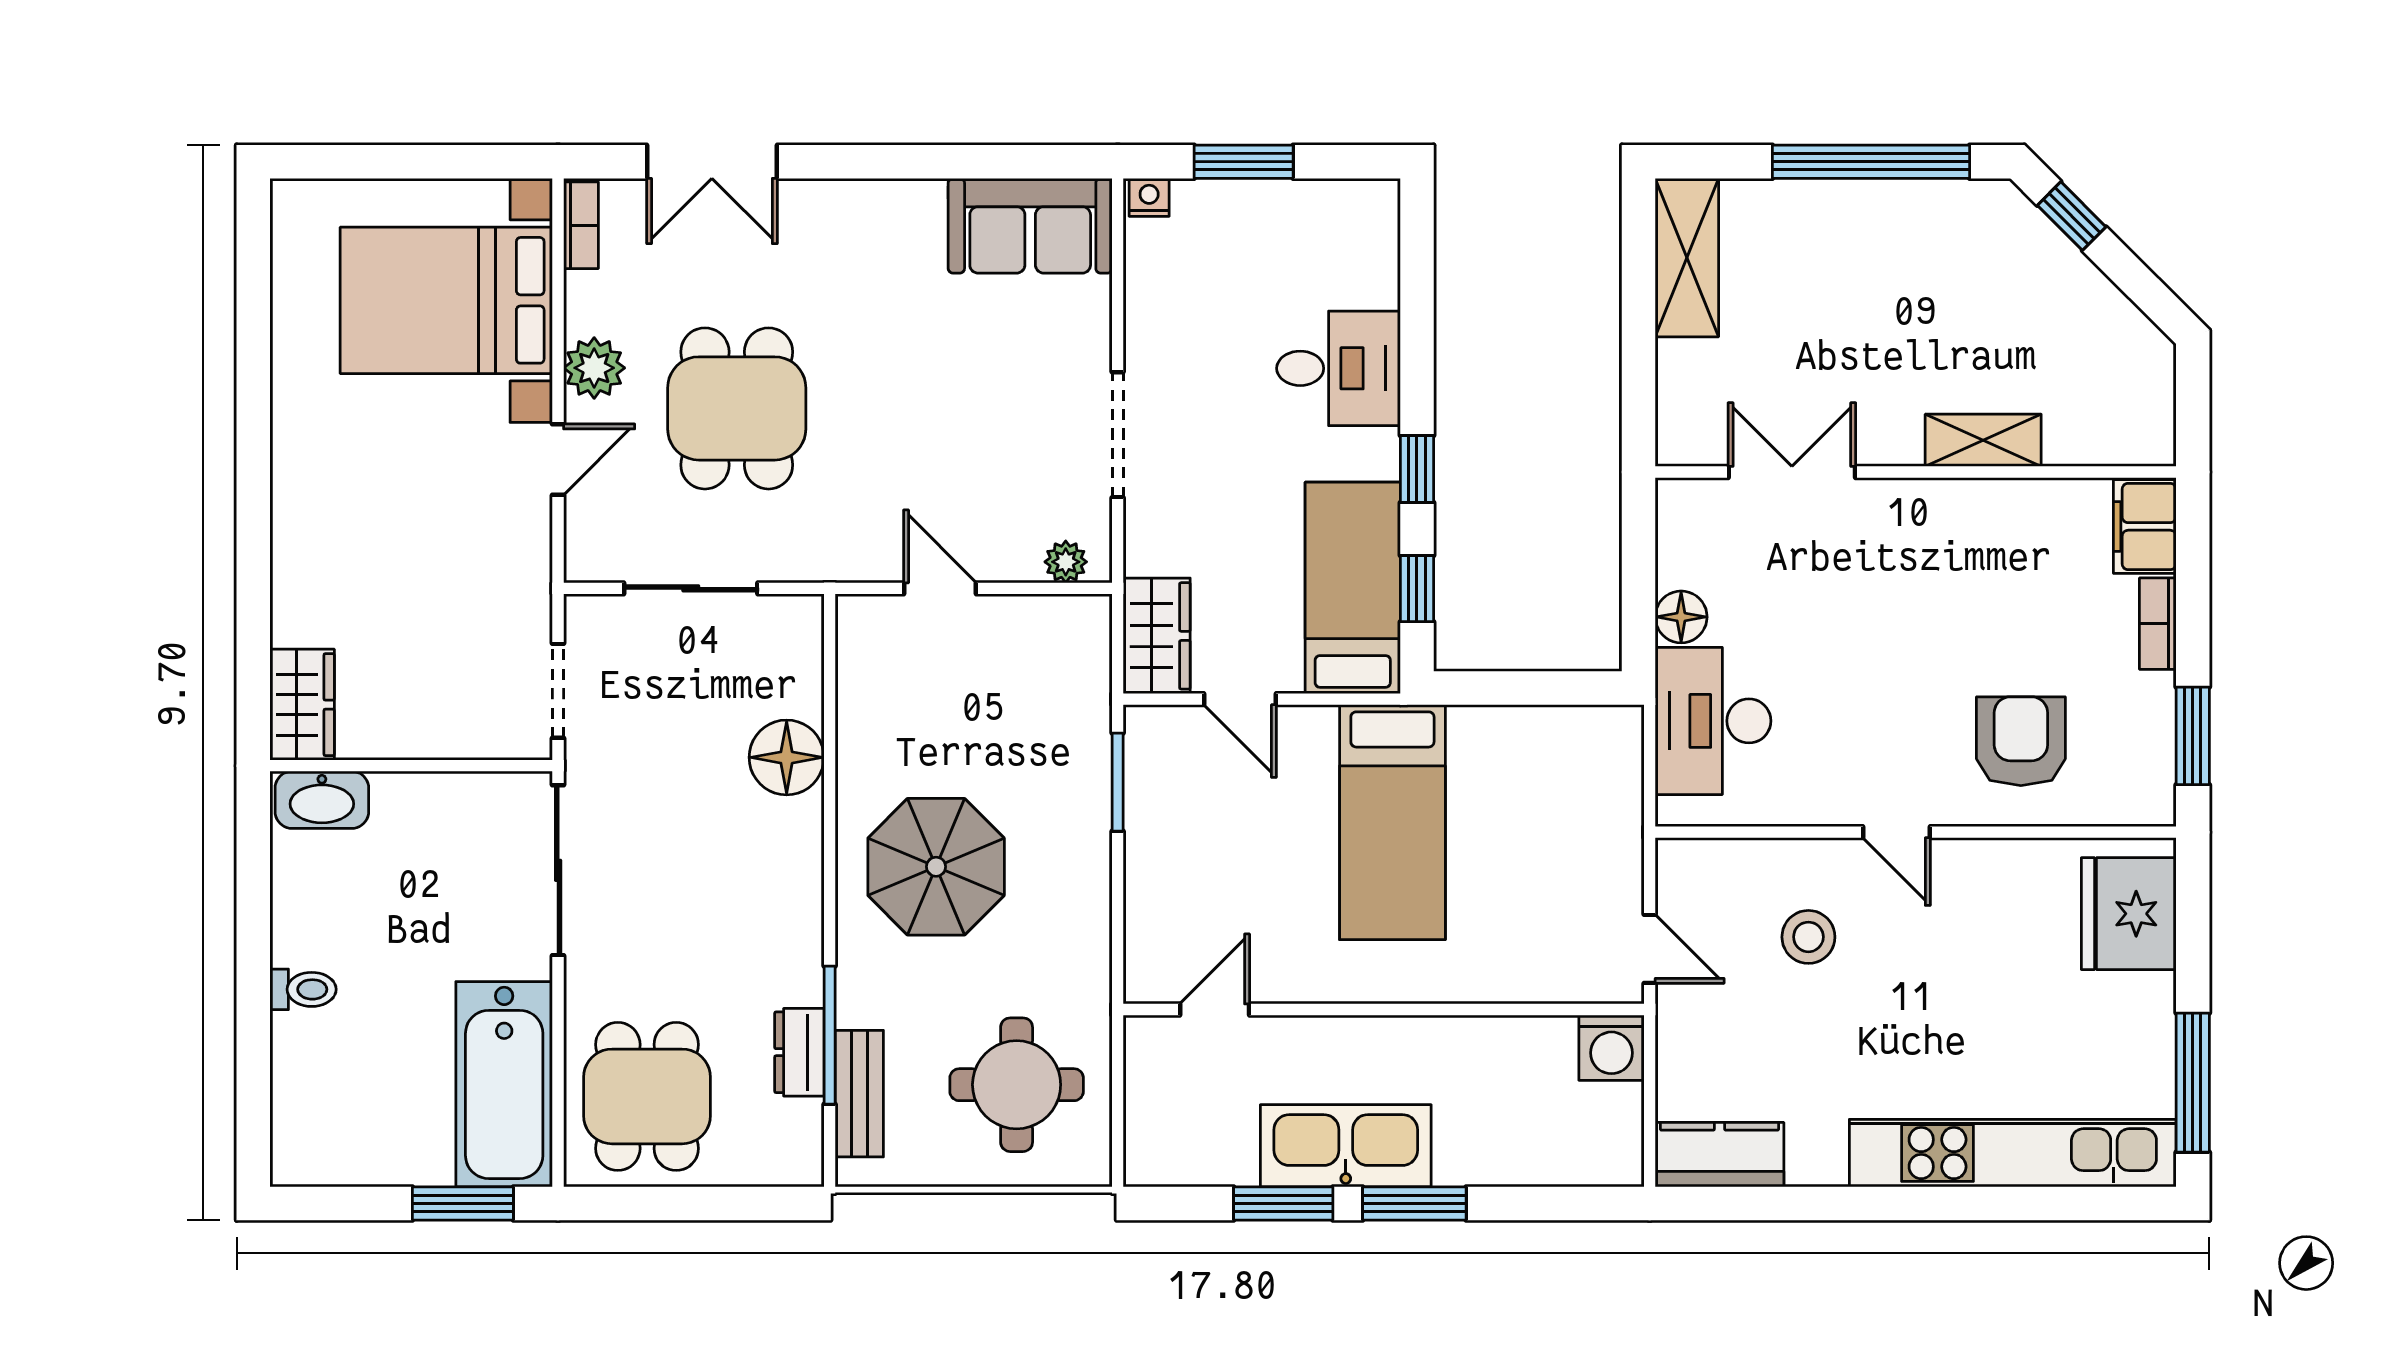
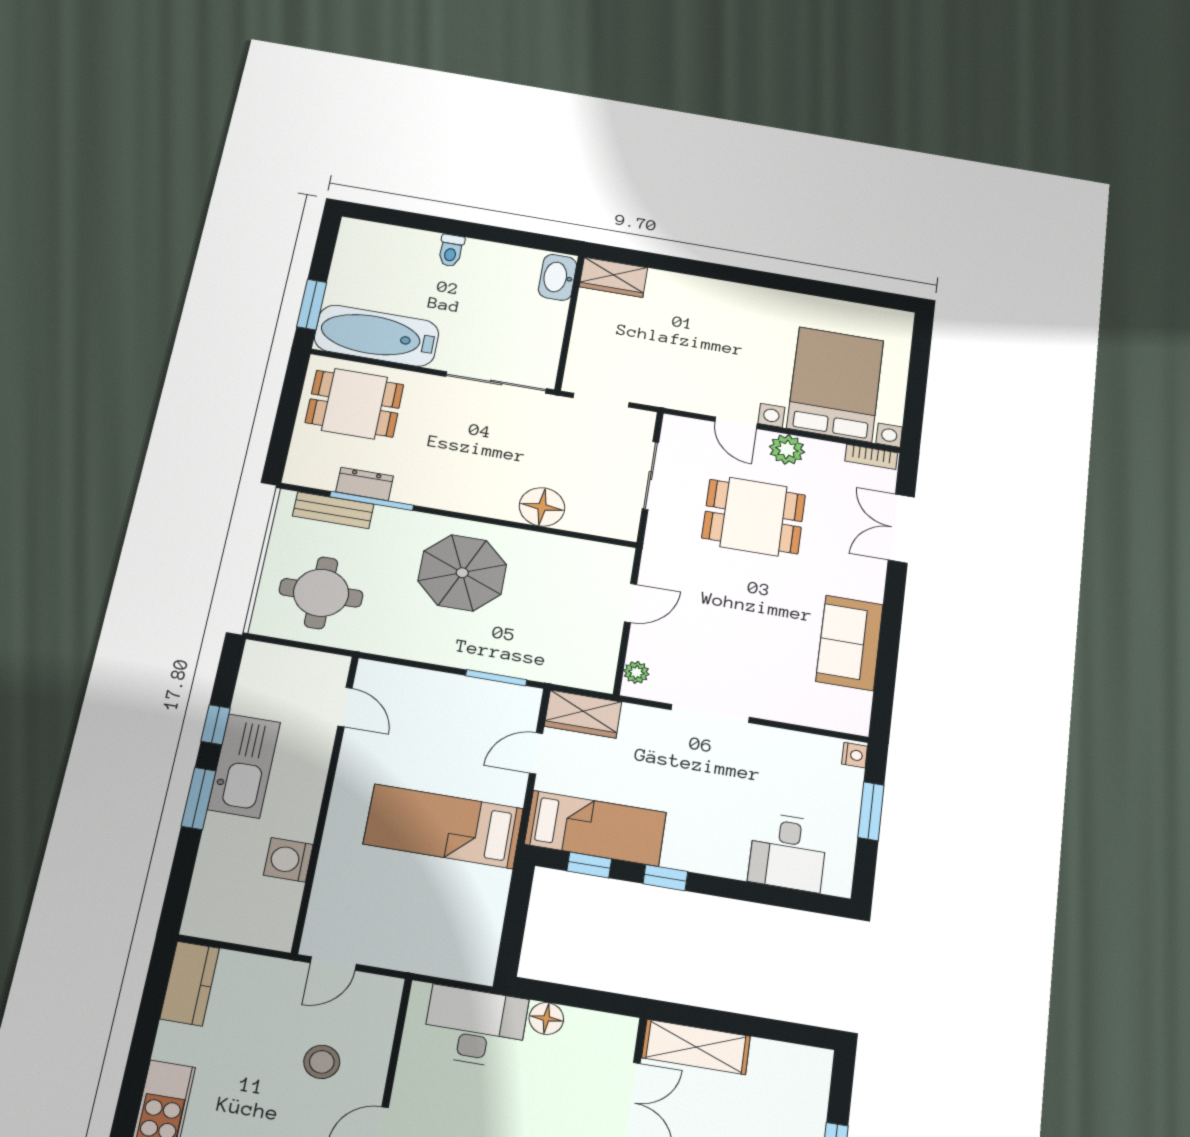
sofa: (1030, 226) -> (850, 643), moved
shelving: (1687, 258) -> (696, 1047), moved
desk: (1338, 368) -> (788, 852), moved
washing machine: (1611, 1048) -> (288, 860), moved
window: (1283, 1203) -> (216, 725), width x0.67

